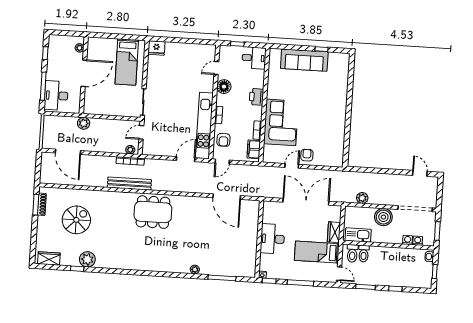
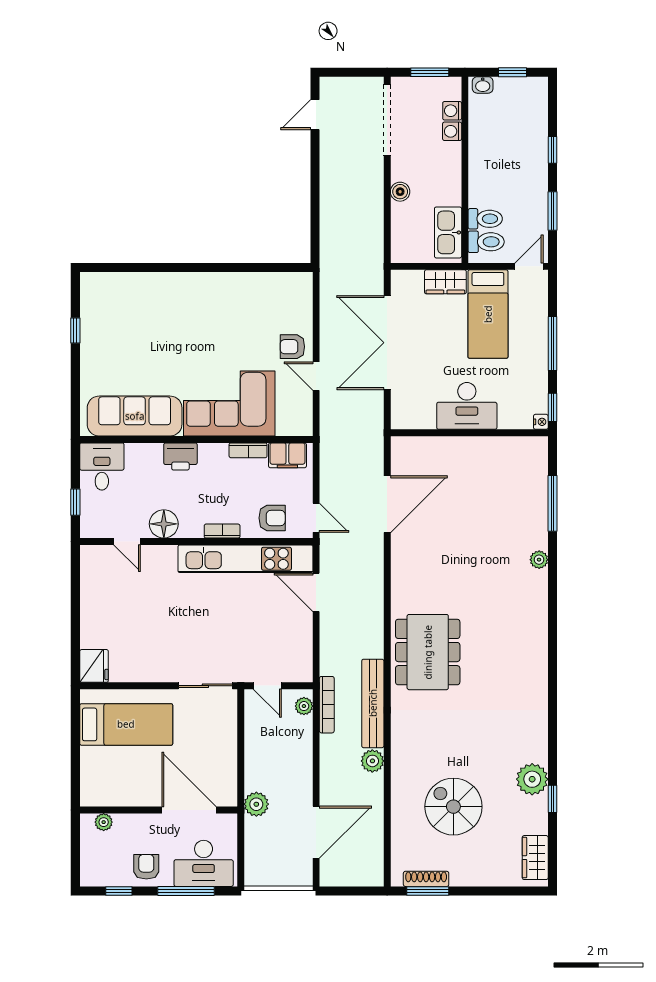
sofa: (304, 60) -> (135, 416), moved, turned -90
armchair: (56, 67) -> (146, 867), added
door: (84, 73) -> (189, 810), moved
plant: (362, 198) -> (372, 761), moved
boiler: (383, 217) -> (400, 192), width x0.54, depth x0.54

